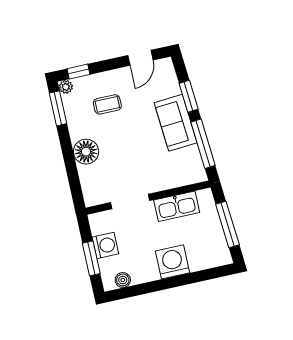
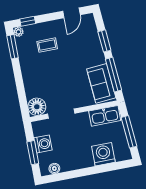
sofa: (176, 123) -> (101, 83), moved
floor lamp: (86, 152) -> (37, 107), moved
kitchen sink: (177, 206) -> (105, 116), moved
washing machine: (173, 262) -> (103, 154), moved

